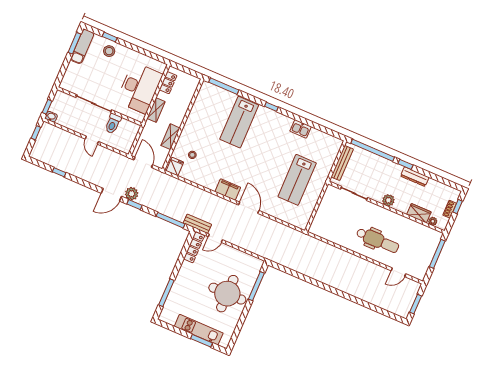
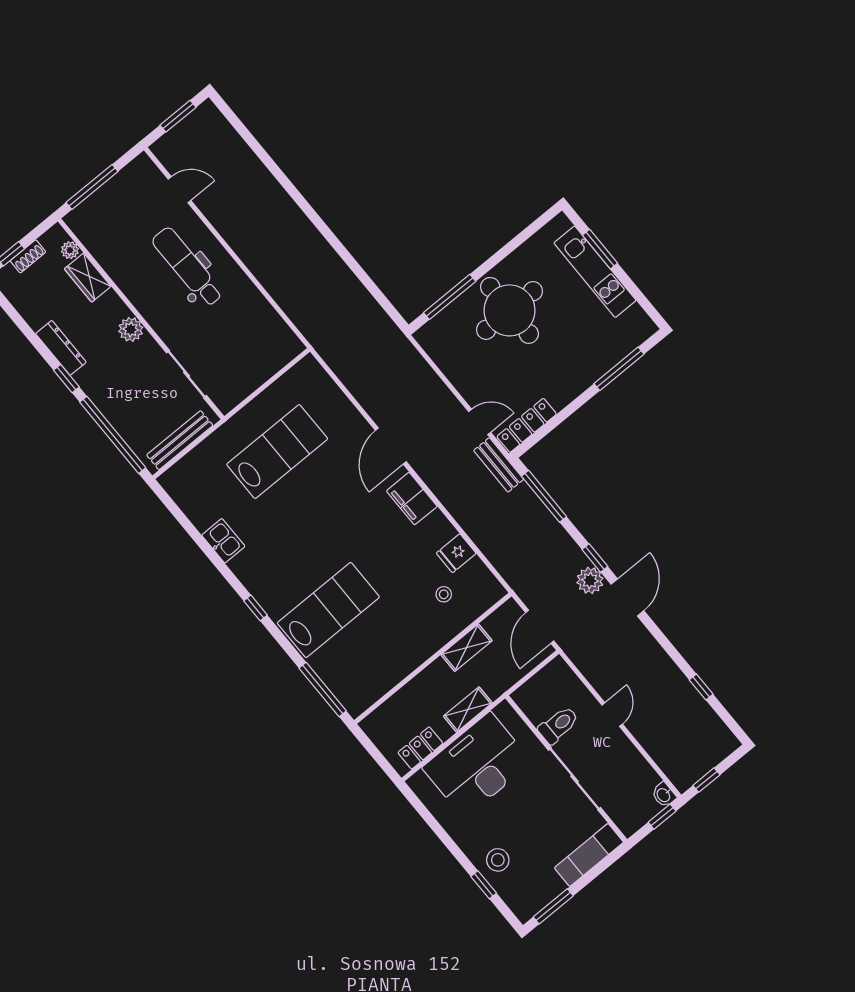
exam couch: (82, 46) -> (589, 855), moved
fridge: (175, 166) -> (456, 553), moved
door: (111, 195) -> (627, 597), hinge flipped

